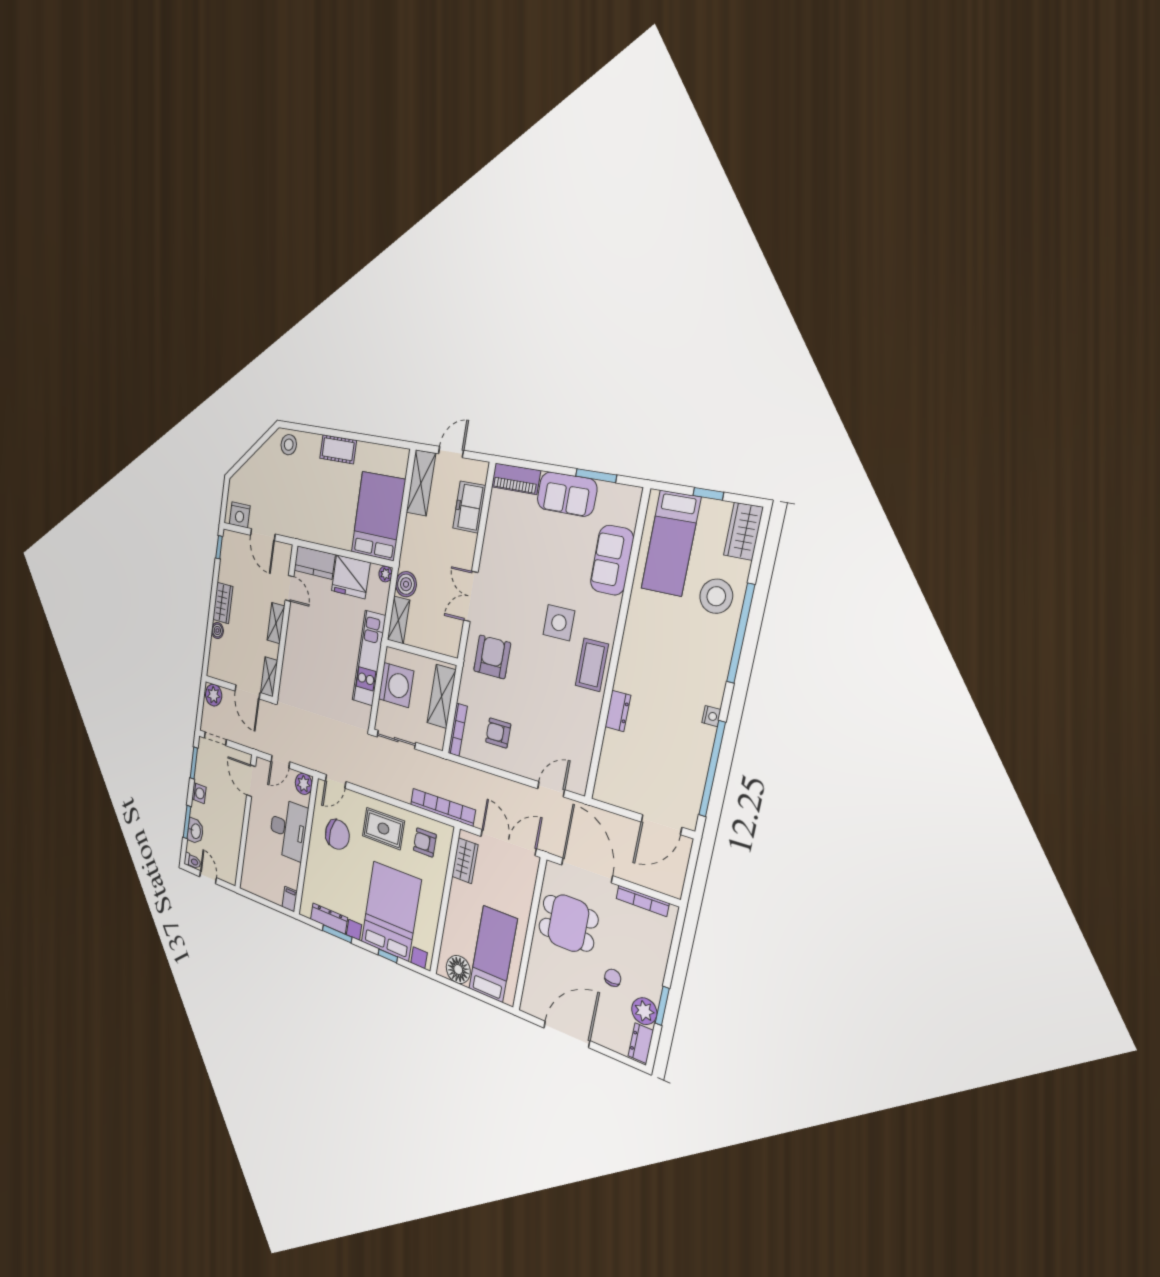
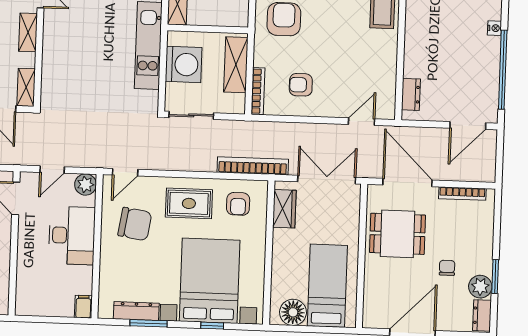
dresser: (618, 711) -> (411, 94), moved
armchair: (425, 842) -> (238, 204), turned -90

